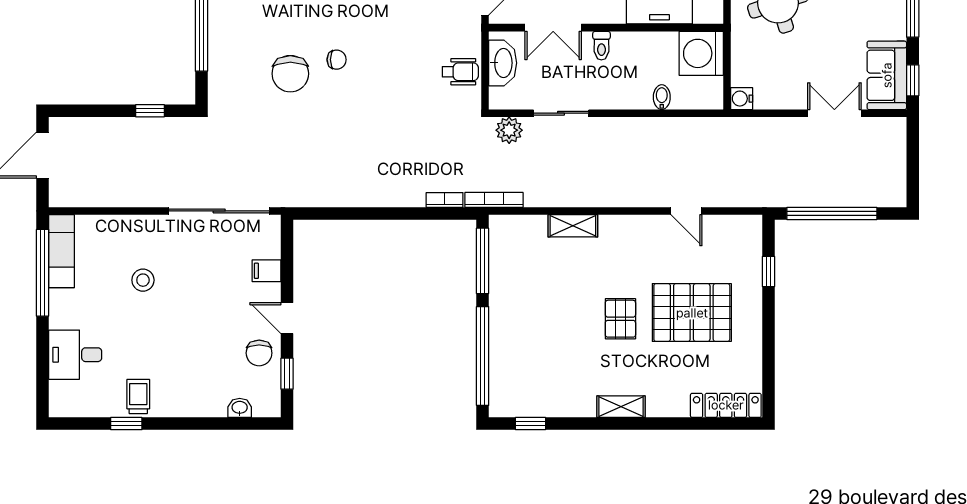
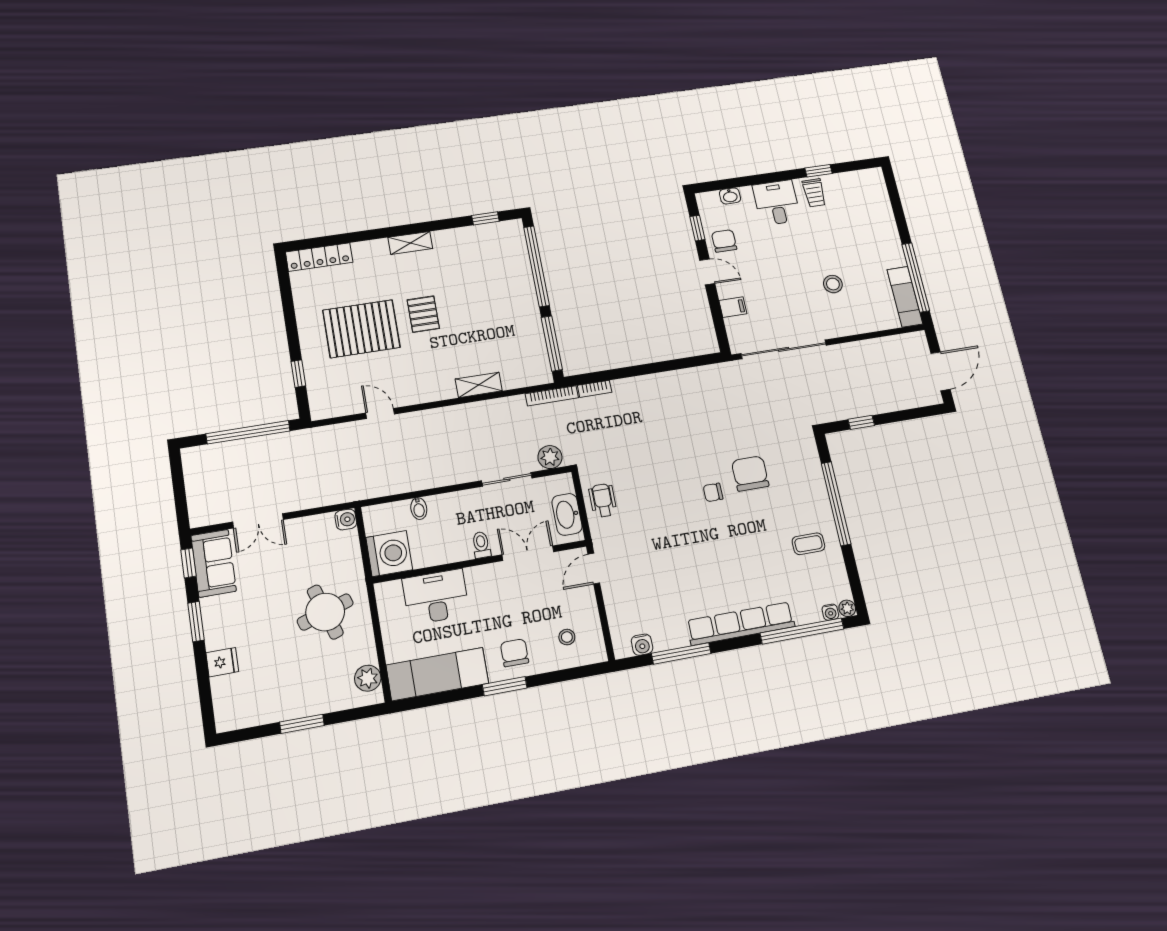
wheelchair: (460, 72) -> (603, 500), turned 90
desk: (75, 355) -> (777, 203), moved, turned -90

